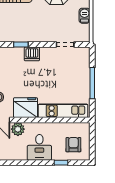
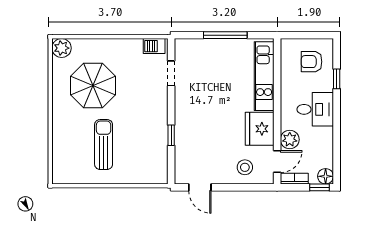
barbecue: (85, 16) -> (154, 46), moved
dishwasher: (32, 54) -> (184, 120), removed

